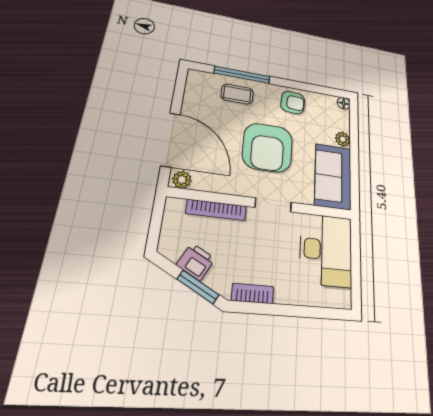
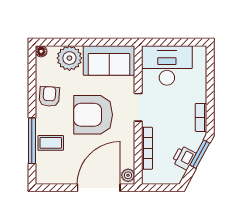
coffee table: (237, 94) -> (51, 143), turned 90
plant: (343, 139) -> (69, 58), width x1.88, depth x1.88
armchair: (268, 147) -> (93, 115), turned 180

